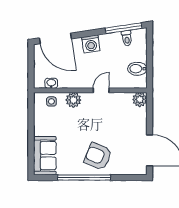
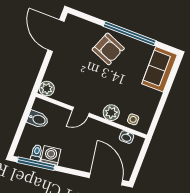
washing machine: (91, 44) -> (51, 155), moved

